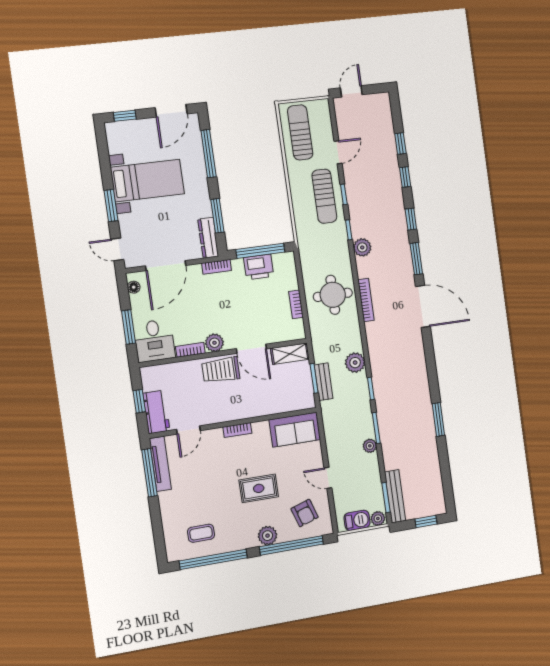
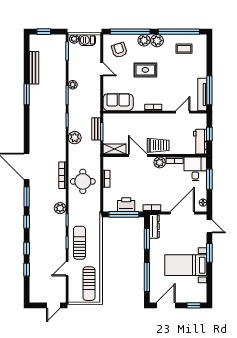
workbench: (156, 412) -> (200, 142), moved
bench: (395, 496) -> (34, 68), moved
plant: (247, 539) -> (157, 41), added

